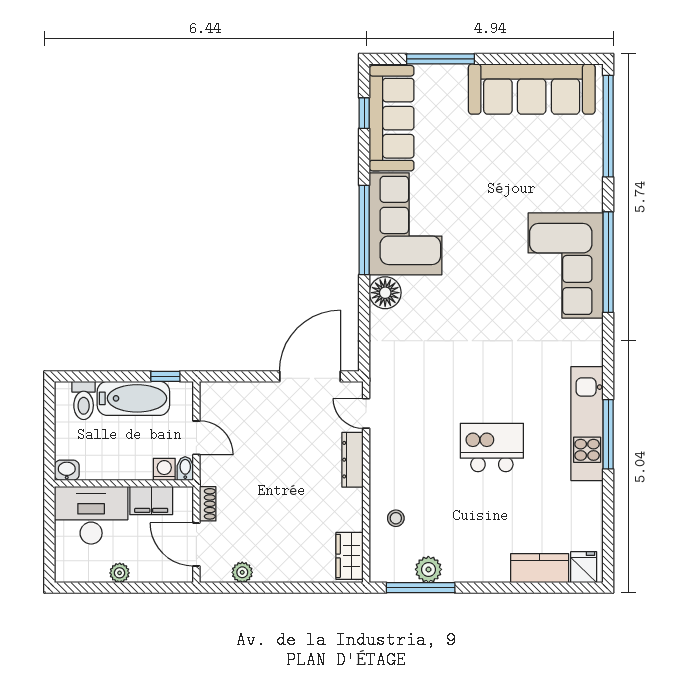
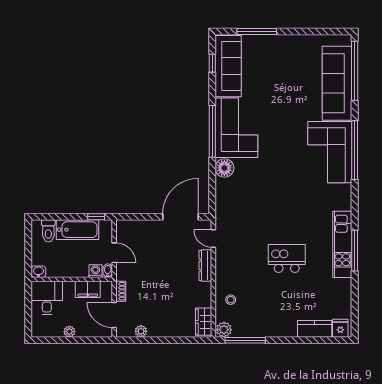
sofa: (532, 89) -> (337, 83), moved, turned 90
desk: (91, 515) -> (47, 298), width x0.73
plant: (428, 569) -> (224, 330), moved

